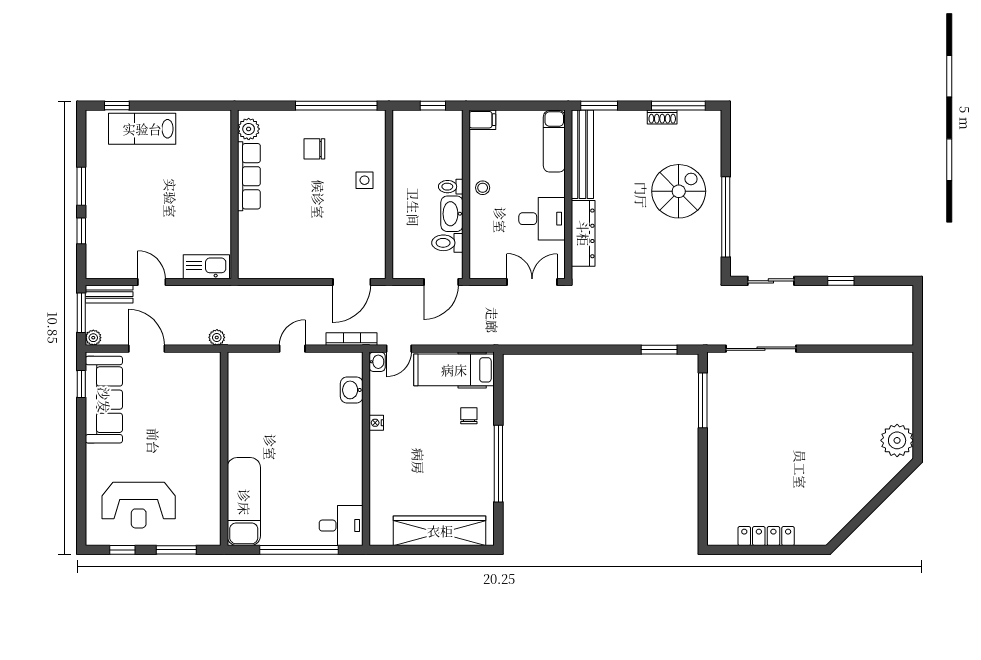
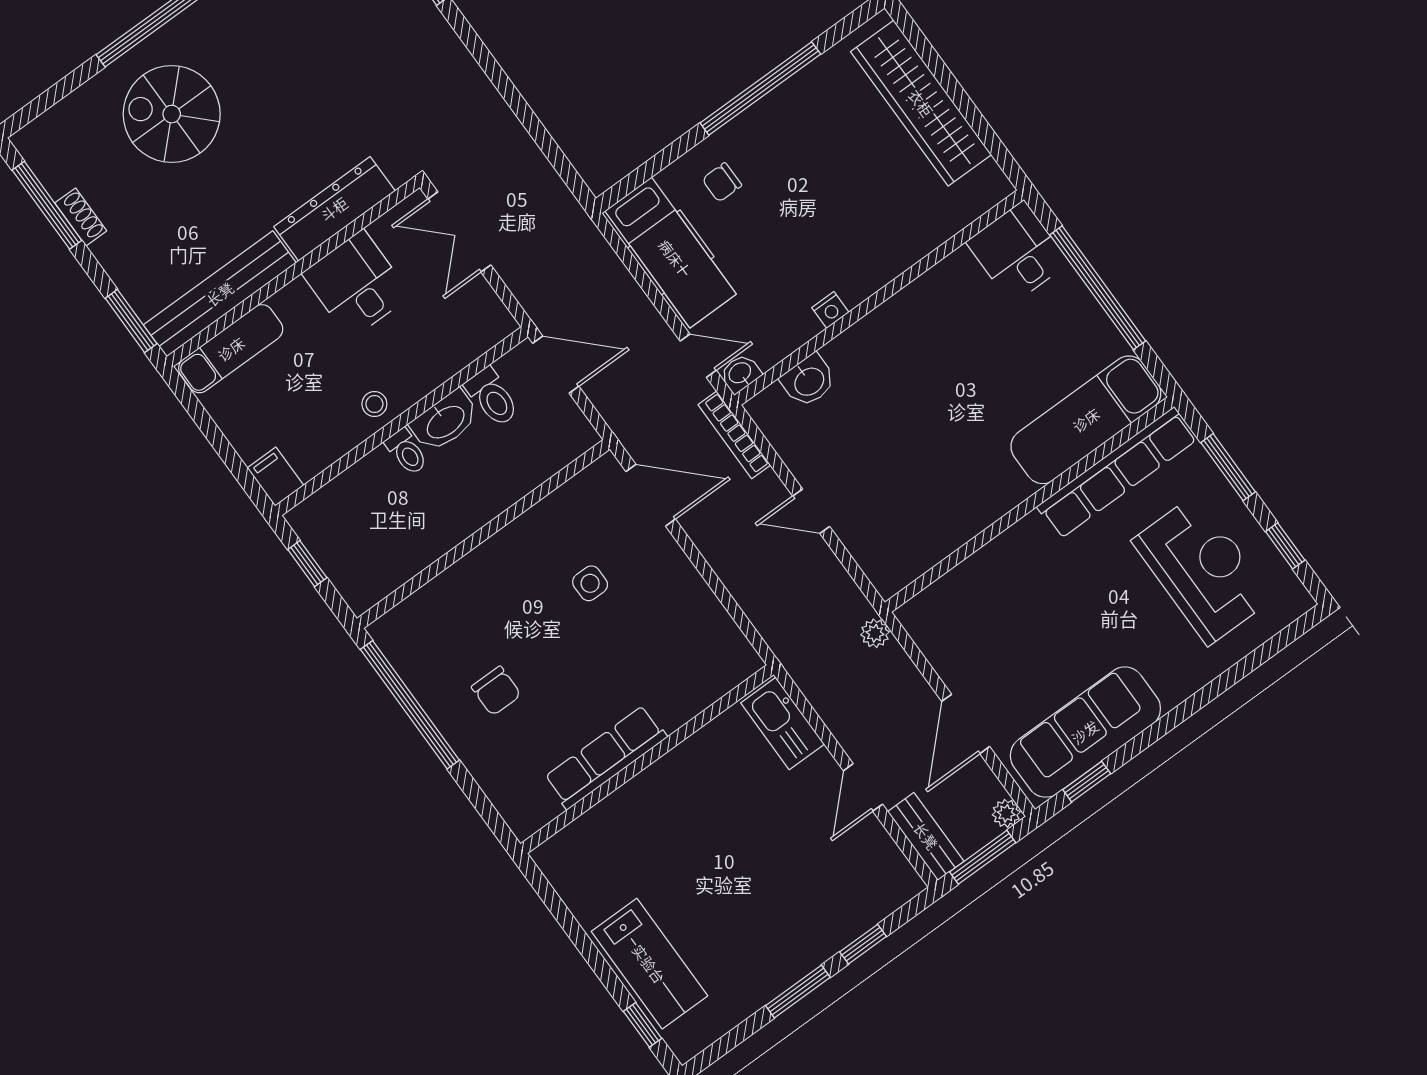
plant: (249, 129) -> (537, 808), removed
side table: (365, 180) -> (590, 583), moved
row of seats: (210, 498) -> (1117, 473), added

